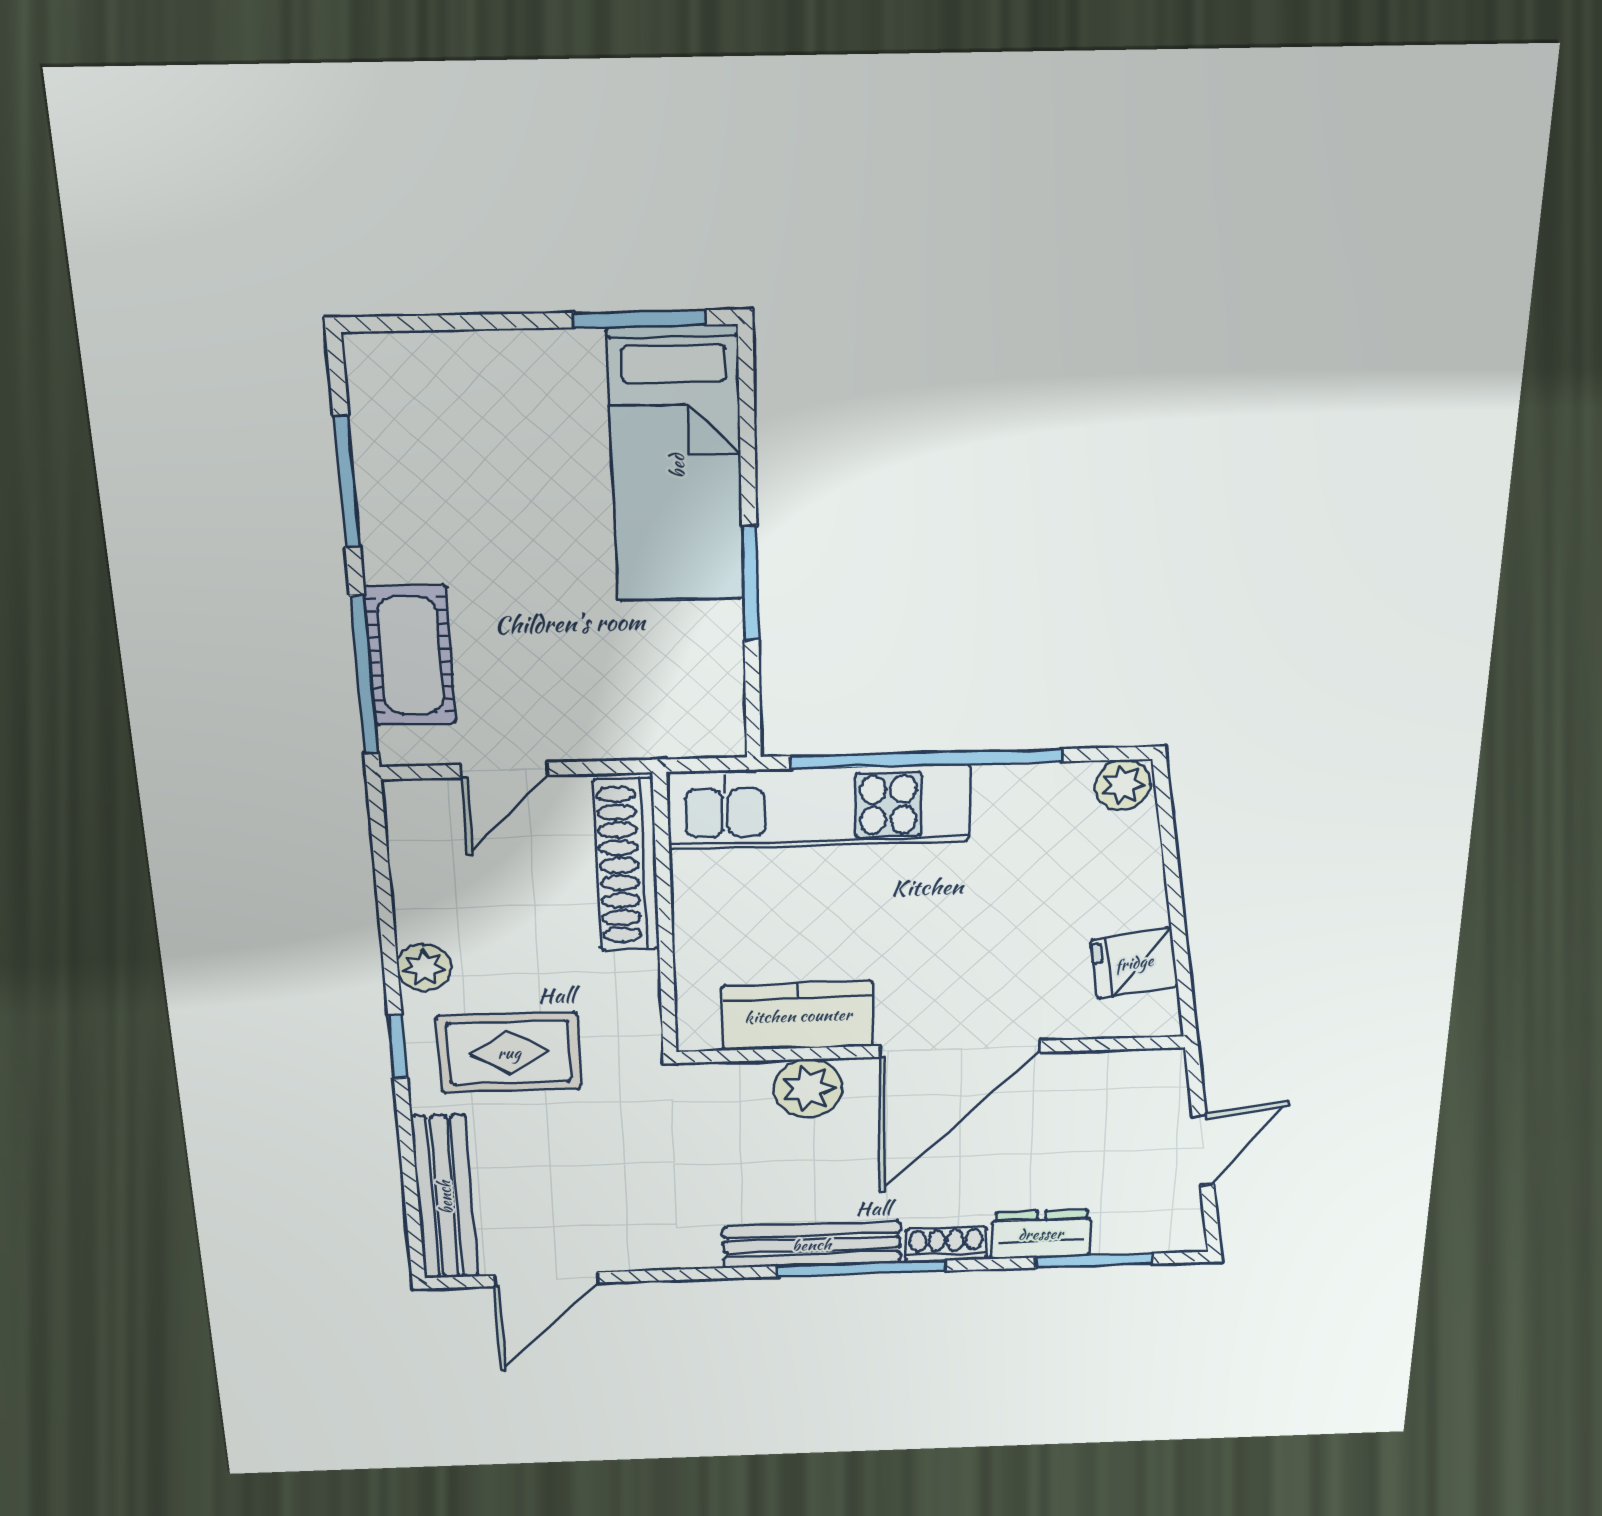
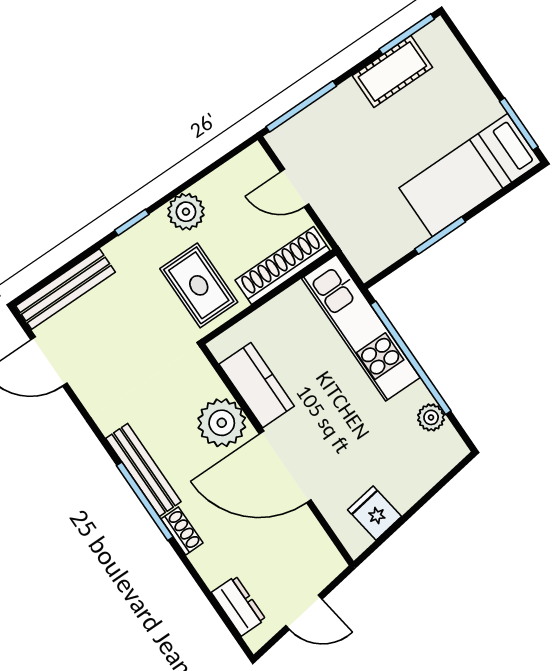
window: (347, 482) -> (407, 34), moved
cot: (410, 656) -> (392, 71), moved
plant: (1123, 785) -> (431, 417), moved
plant: (424, 967) -> (186, 212), width x1.38, depth x1.38
rug: (509, 1053) -> (199, 285), moved
plant: (808, 1088) -> (222, 423), width x1.36, depth x1.36
dresser: (1041, 1234) -> (239, 606), moved
window: (1095, 1261) -> (216, 606), removed

